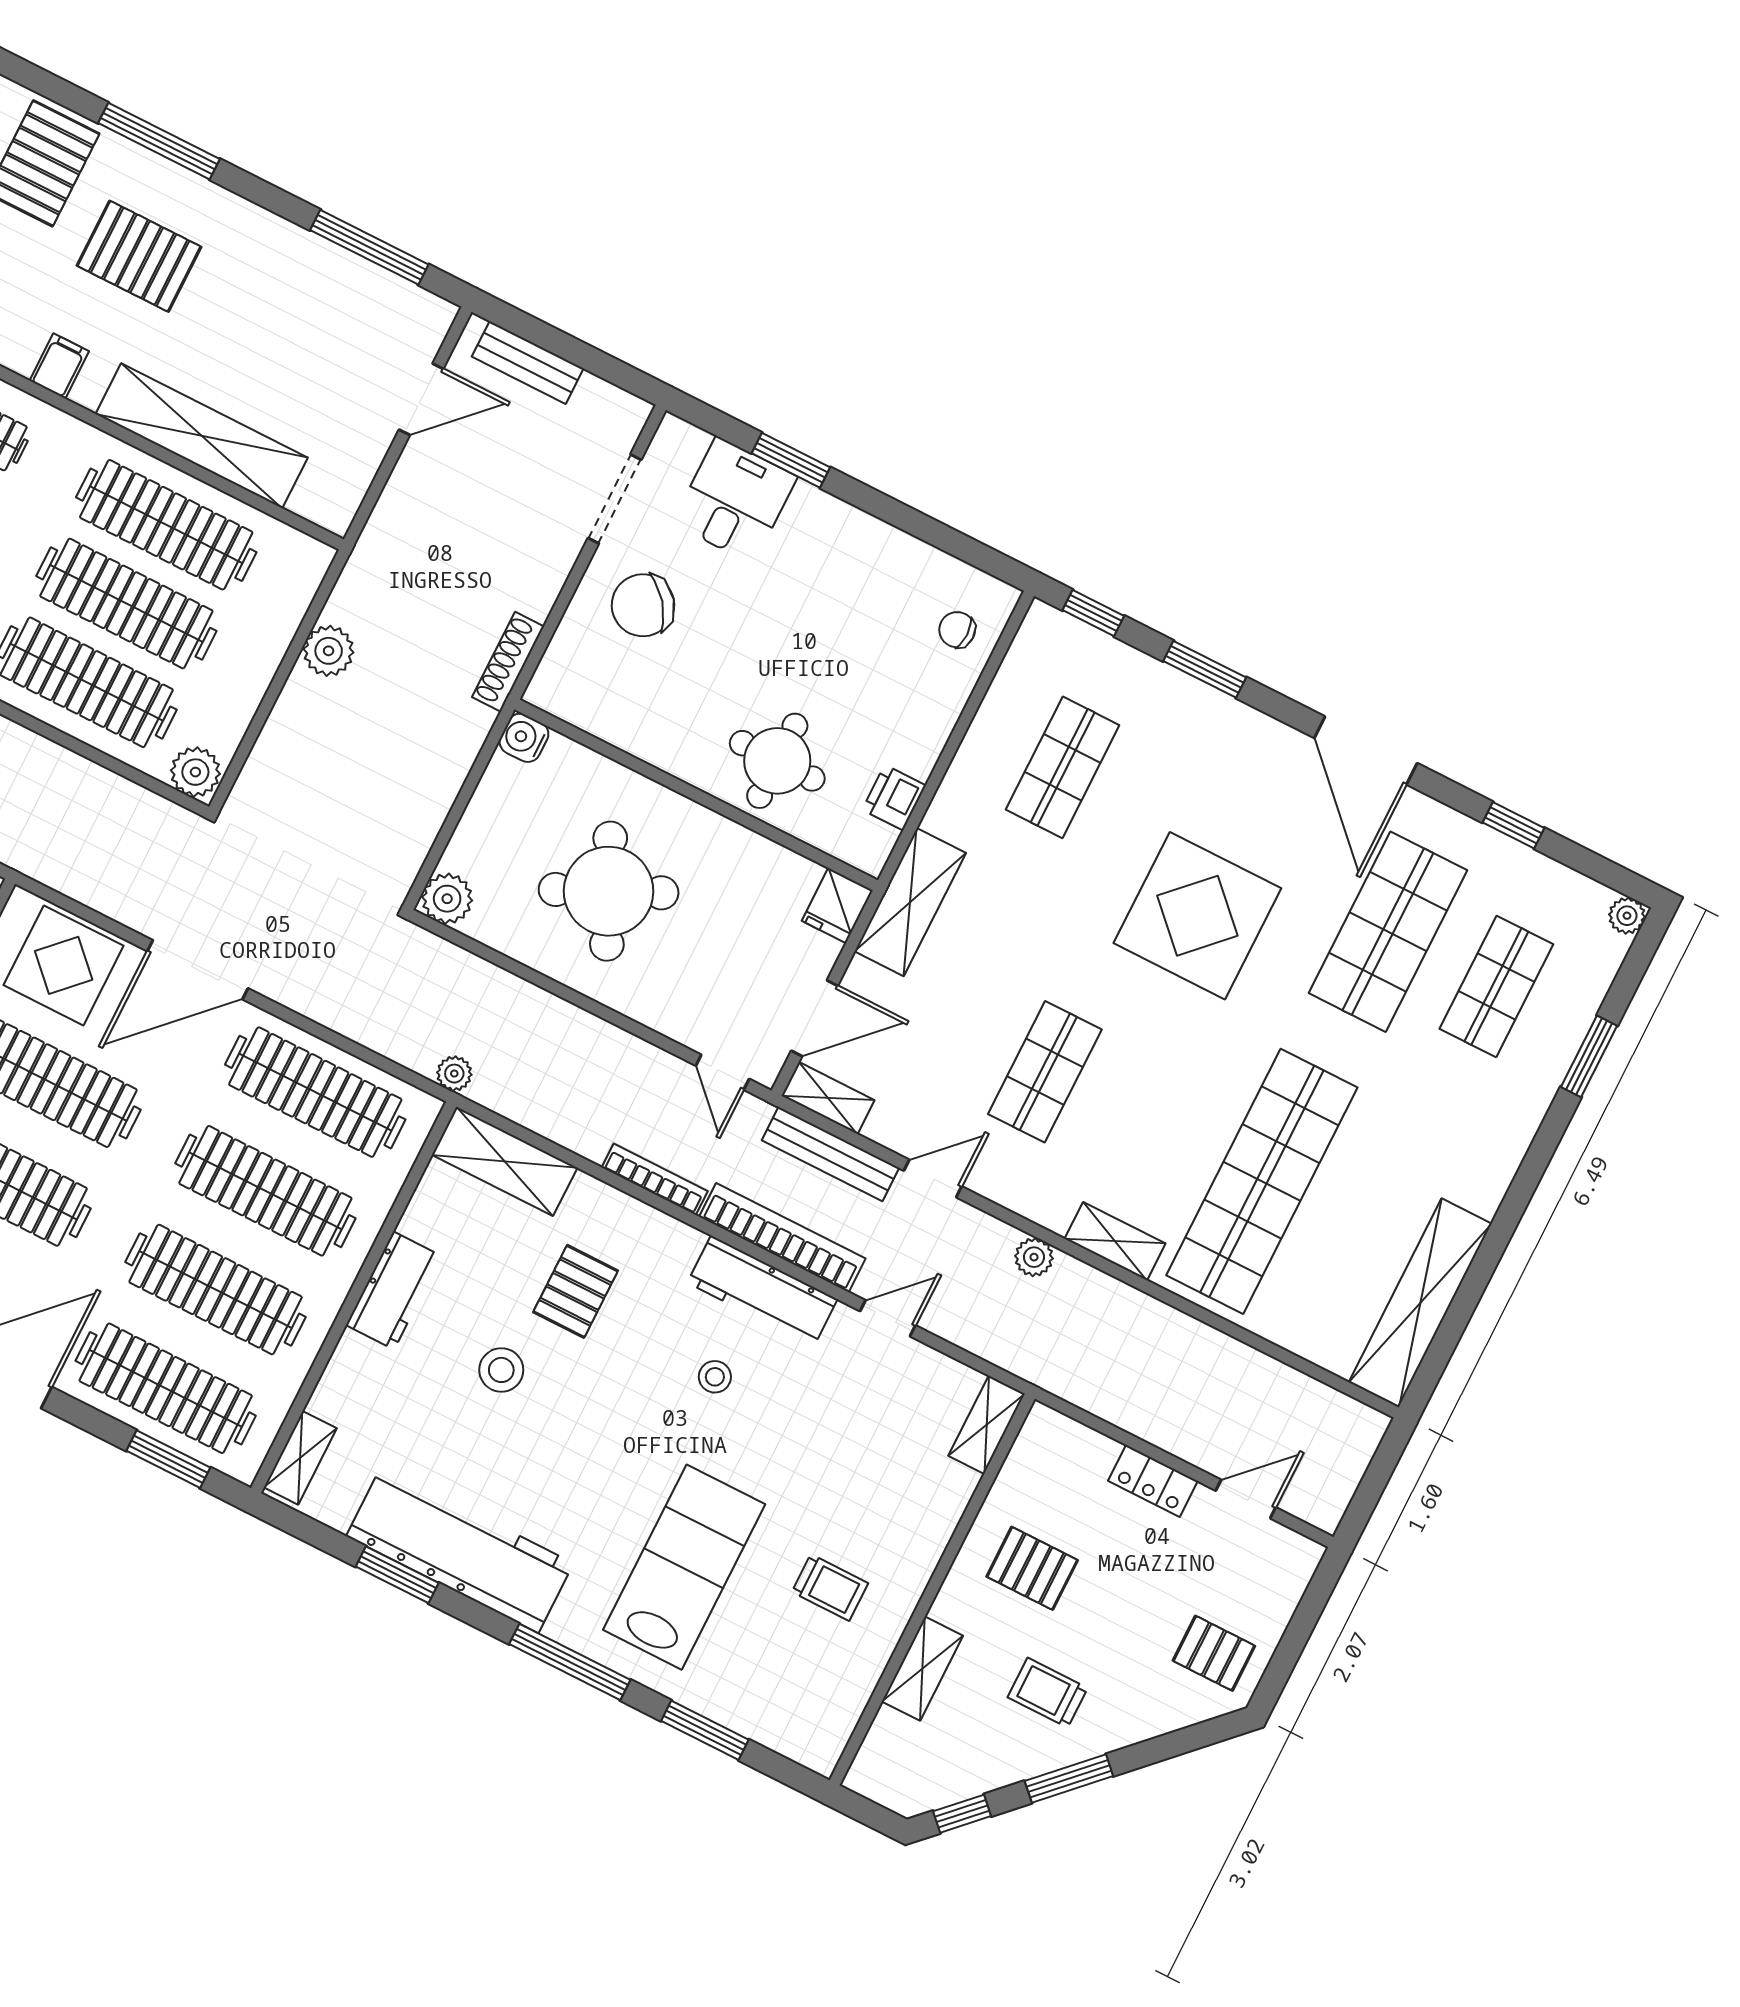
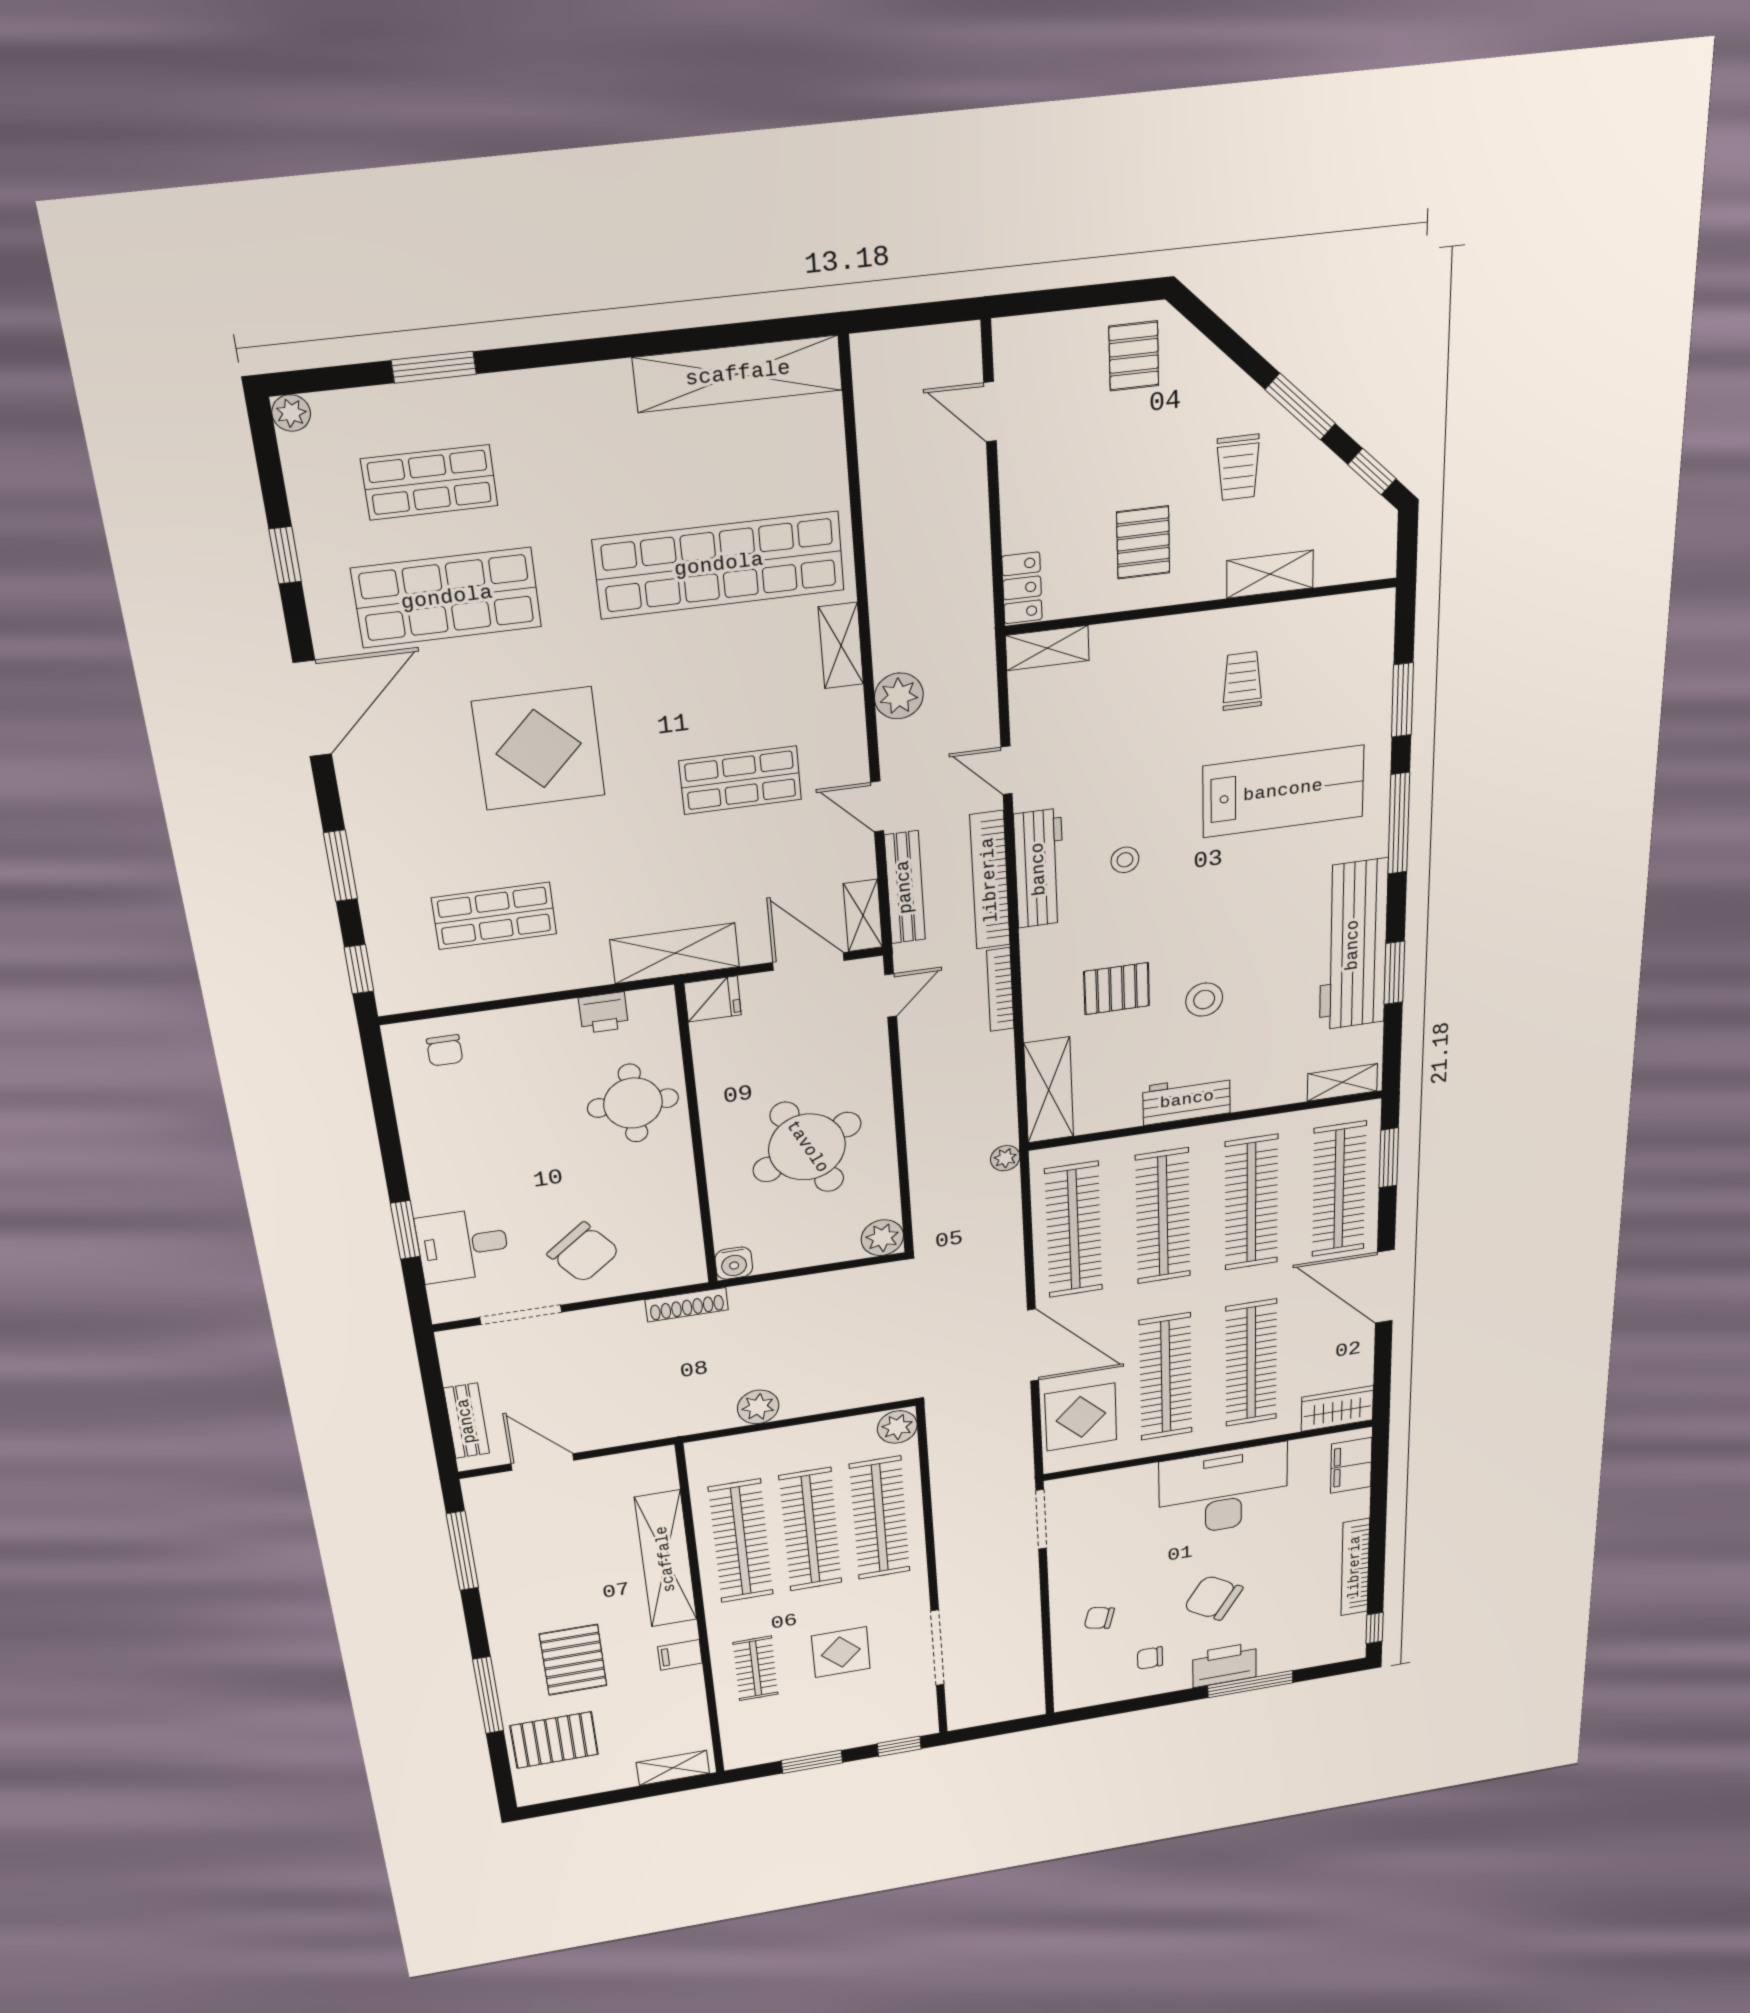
plant: (1034, 1257) -> (899, 696), width x1.38, depth x1.38
locker: (1153, 1481) -> (1022, 588), moved
lab bench: (684, 1567) -> (1283, 791), turned 180

